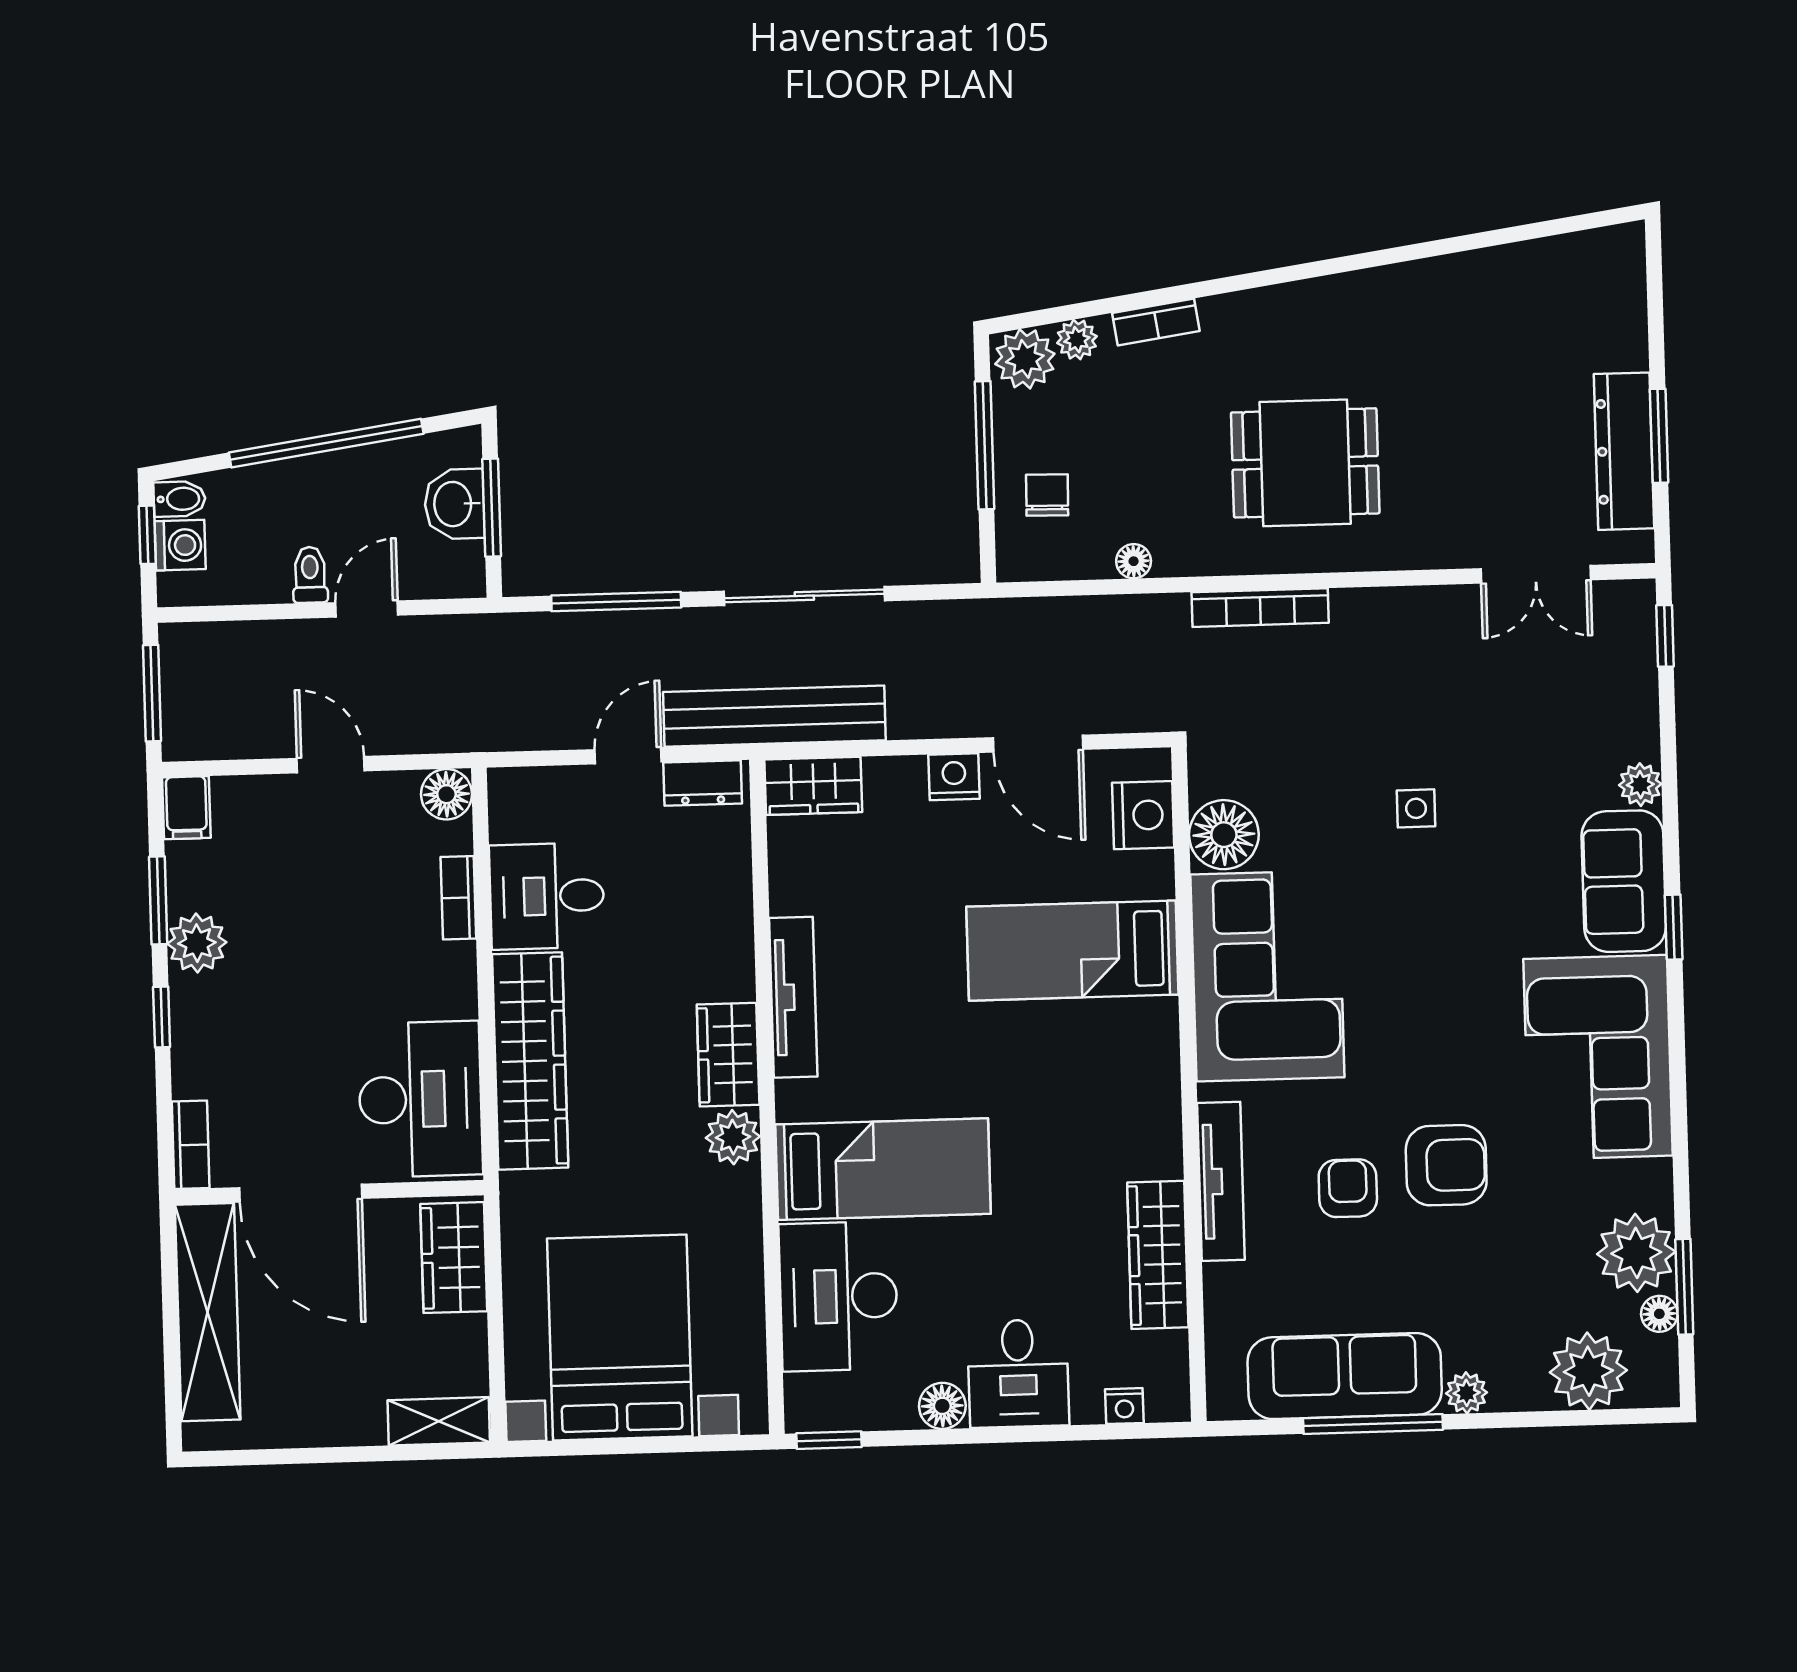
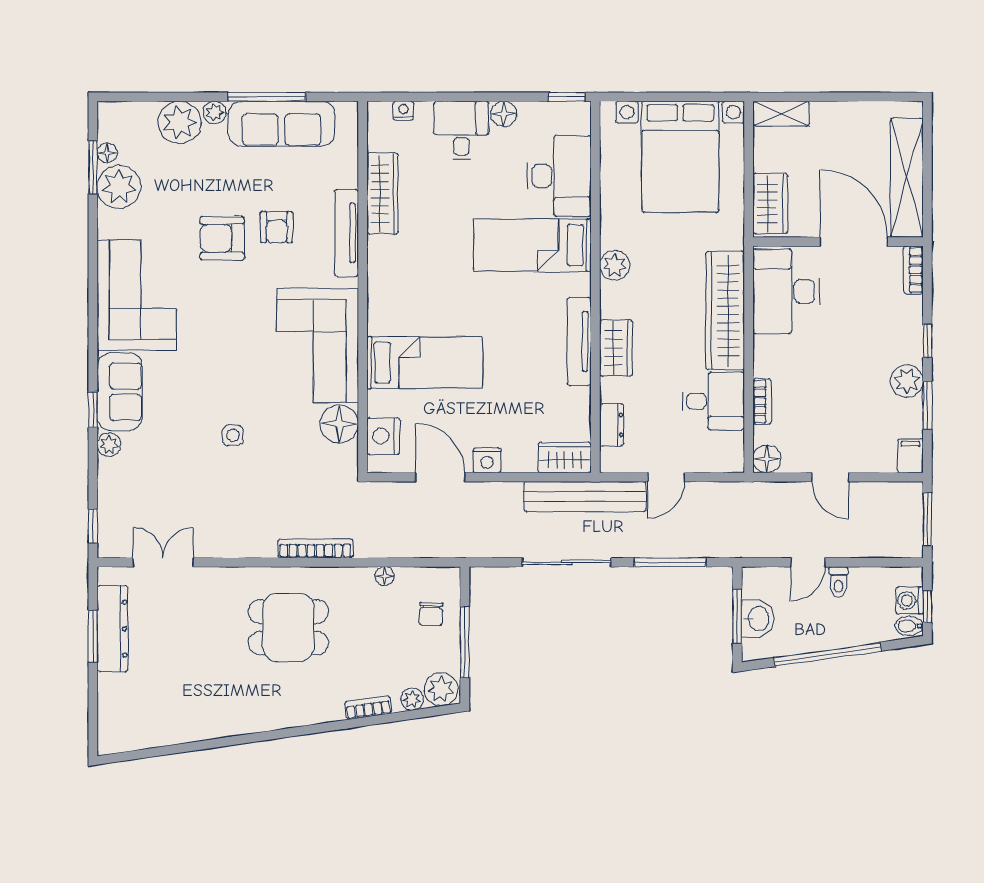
dresser: (703, 783) -> (612, 425), moved, turned 90
window: (1674, 927) -> (93, 410), moved
wardrobe: (728, 1055) -> (616, 348), moved
plant: (1588, 1371) -> (180, 122), moved

